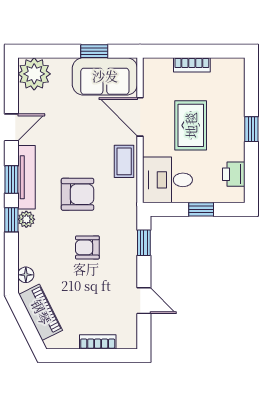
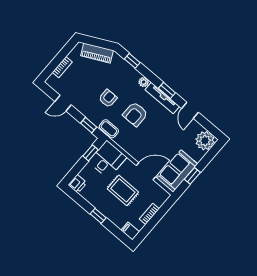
filing cabinet: (235, 70) -> (130, 231), added
coffee table: (124, 161) -> (109, 129), moved
printer: (234, 174) -> (78, 184), moved, turned 90
window: (201, 209) -> (90, 153), moved
window: (11, 220) -> (132, 61), moved
floor lamp: (26, 275) -> (119, 61), removed

